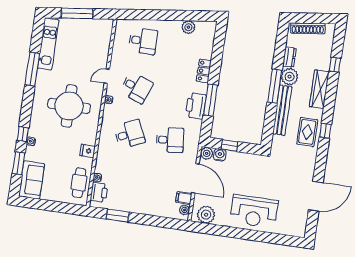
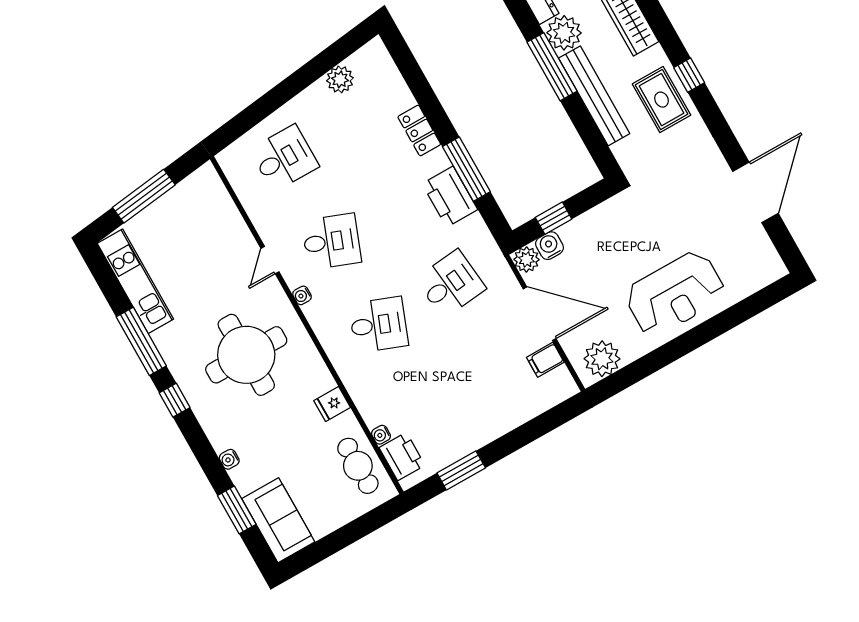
window: (23, 134) -> (175, 400), moved
desk: (130, 134) -> (379, 325), turned 45
plant: (184, 210) -> (561, 378), removed

